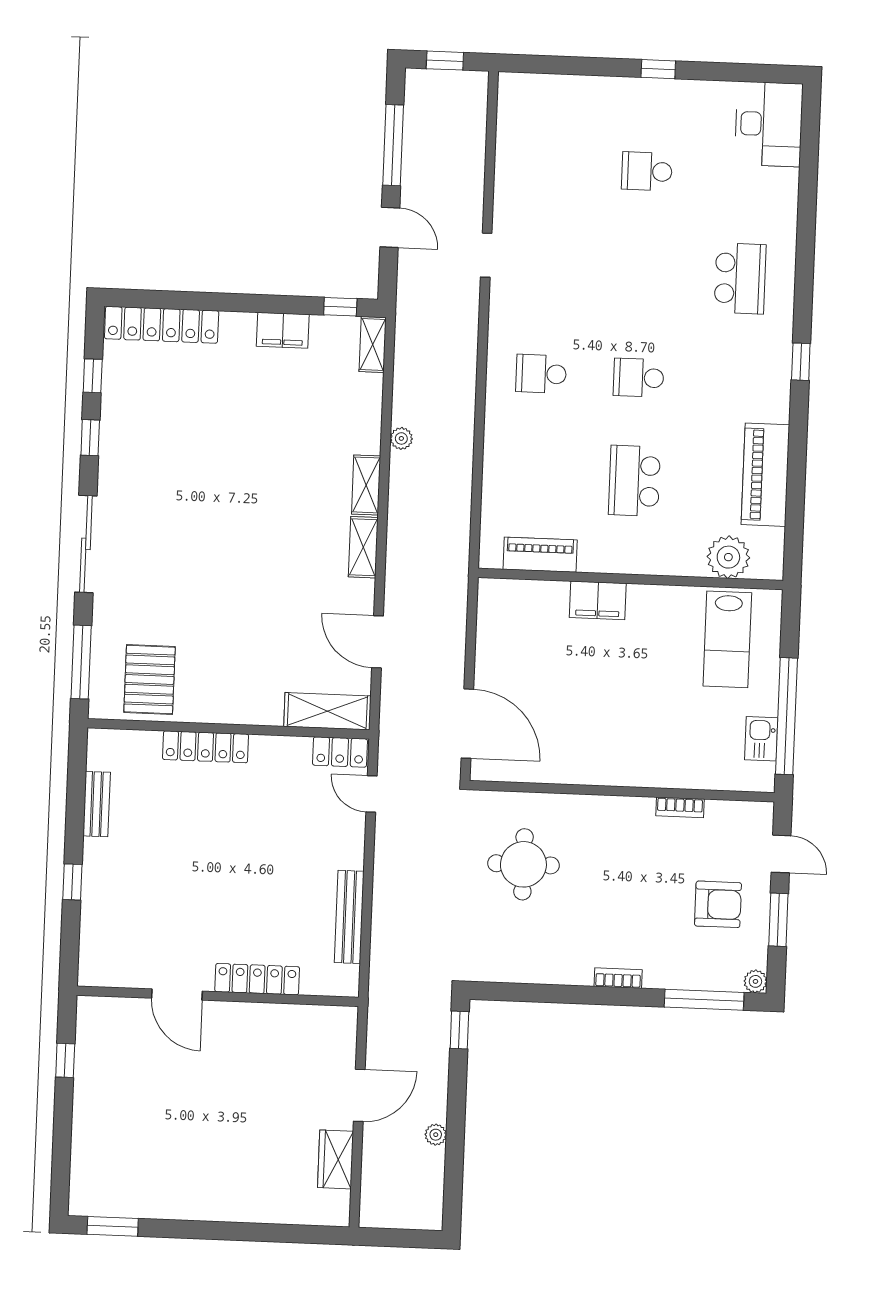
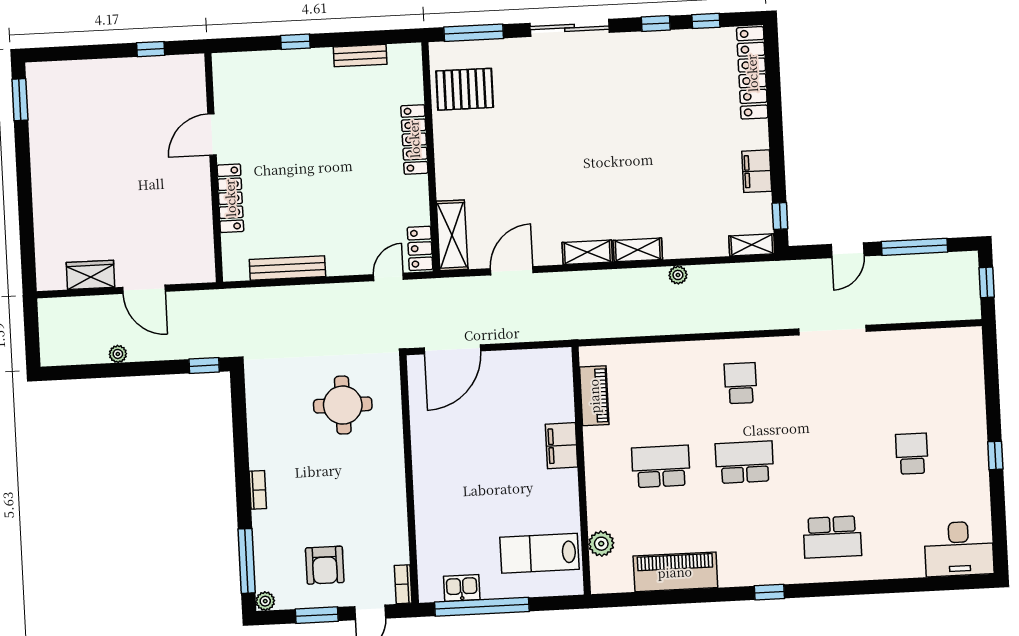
doorway: (486, 255) -> (832, 330), width x1.88
school desk: (639, 378) -> (745, 462), width x1.85
plant: (728, 557) -> (601, 544), width x0.73, depth x0.73
bookcase: (680, 807) -> (403, 584), moved

